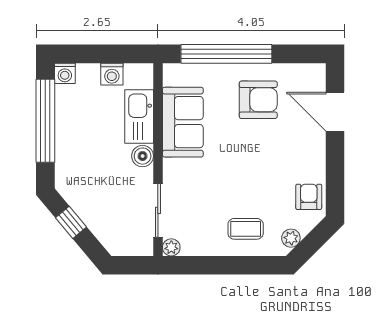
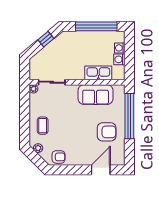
washing machine: (65, 73) -> (120, 48), moved
armchair: (258, 100) -> (107, 132), turned -90
boiler: (143, 156) -> (79, 75), removed

